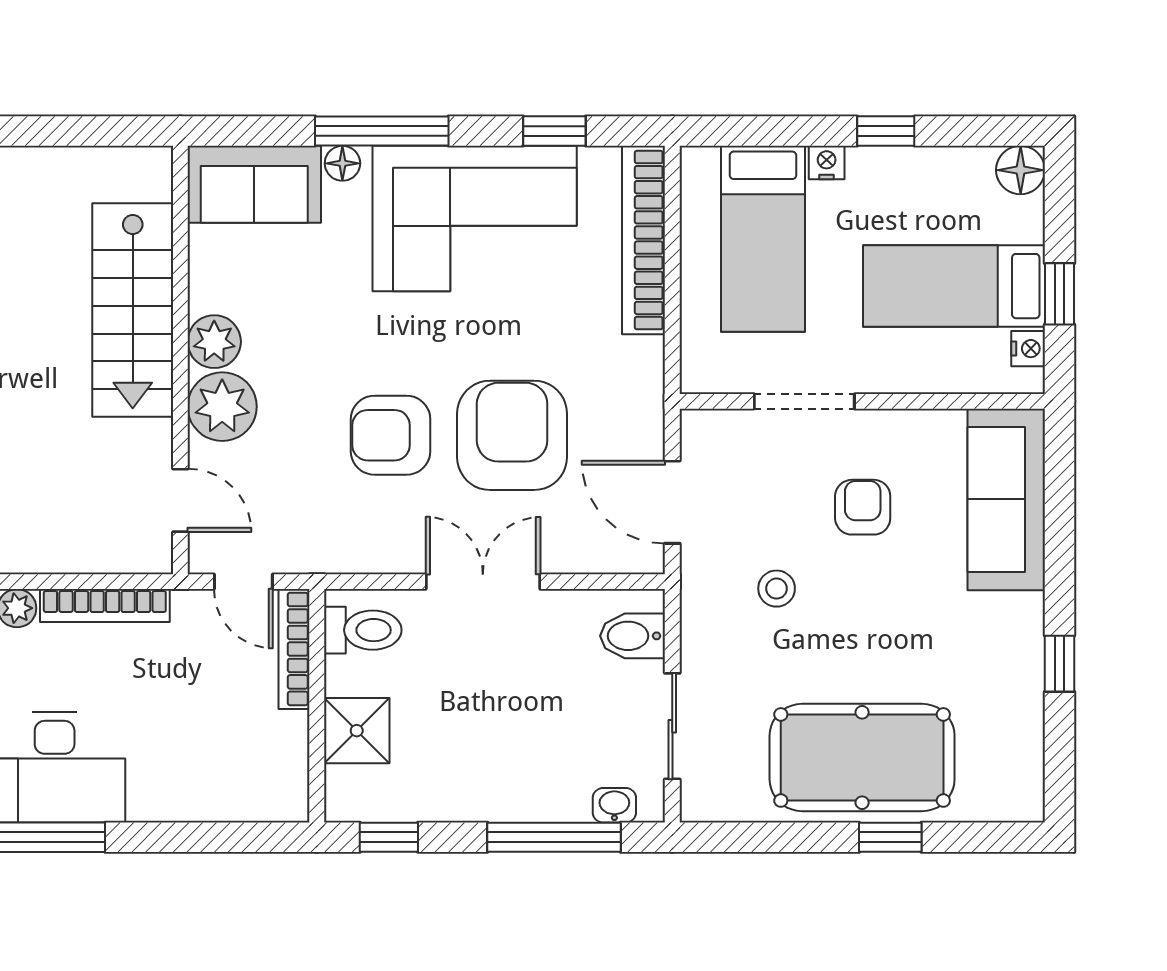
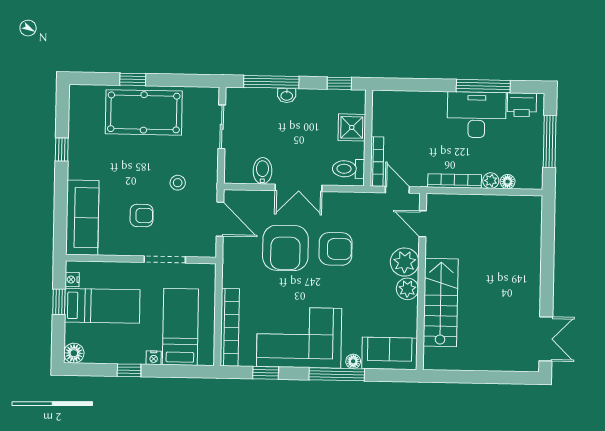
armchair: (863, 507) -> (142, 215), turned -90
bidet: (633, 636) -> (262, 171), moved, turned -90
washbasin: (614, 805) -> (287, 95), moved

